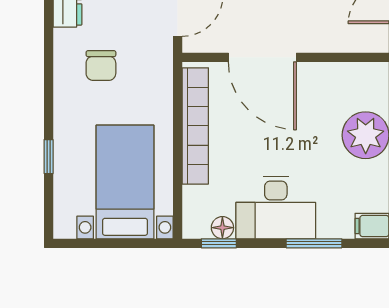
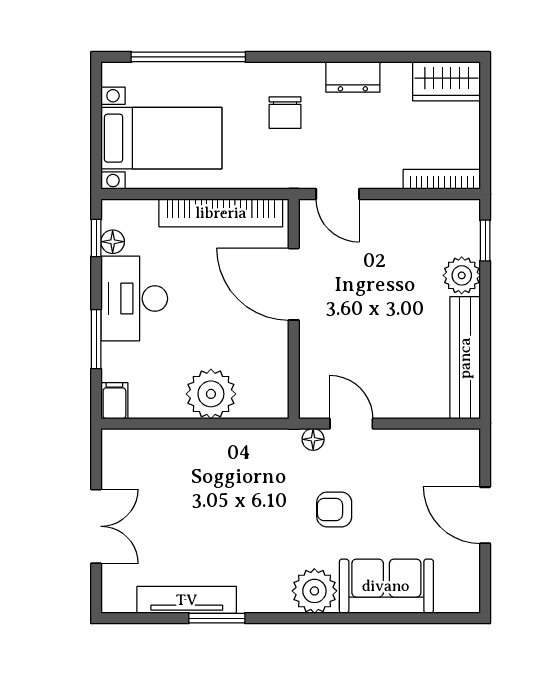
door: (262, 57) -> (294, 284), hinge flipped
chair: (101, 66) -> (285, 113), turned -90
window: (49, 157) -> (188, 57), width x3.17

